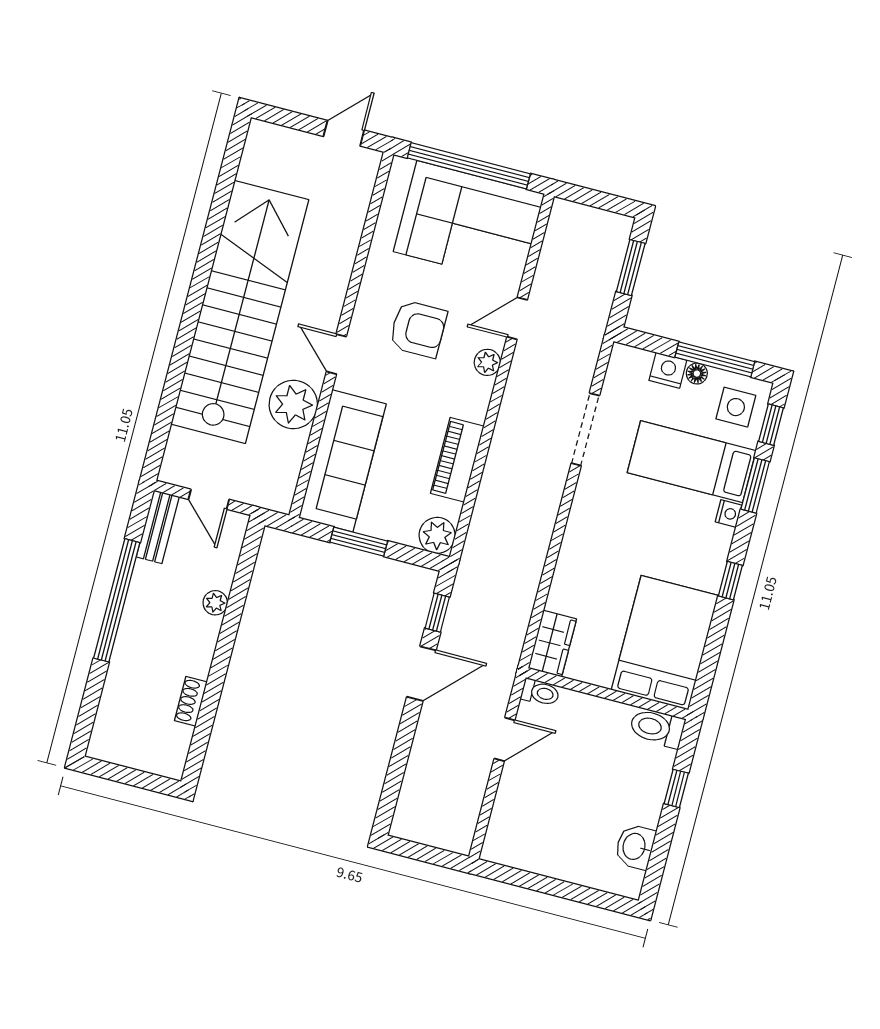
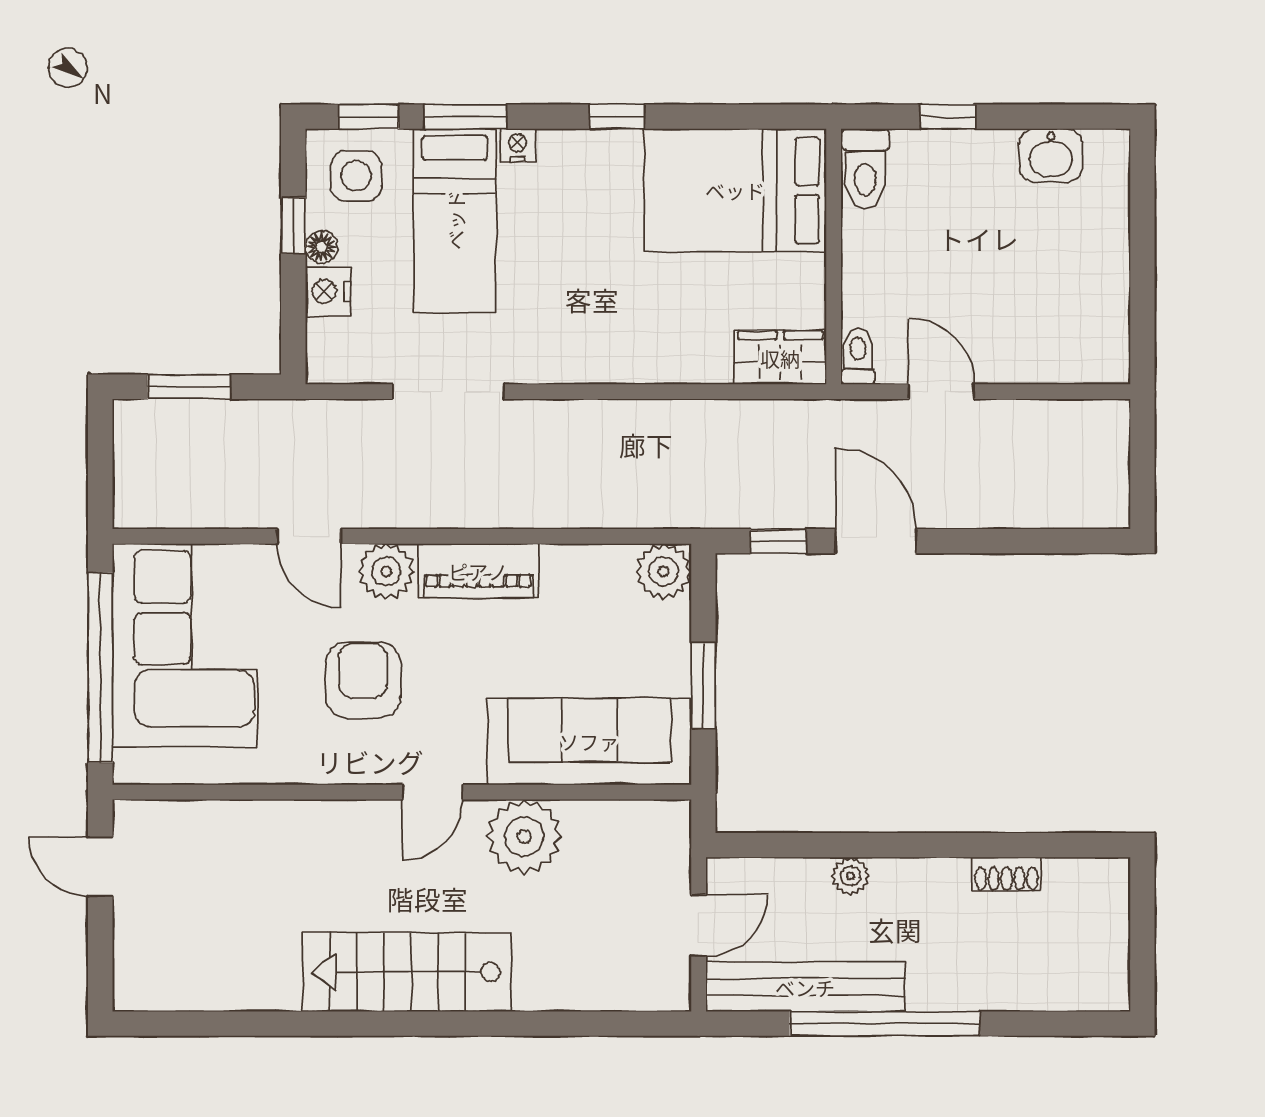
stairs: (240, 312) -> (407, 972), width x0.54, depth x0.66
window: (715, 359) -> (293, 226), width x0.46
plant: (487, 362) -> (386, 571), width x1.38, depth x1.38
piano: (457, 460) -> (478, 571), moved
bench: (158, 527) -> (805, 987), width x1.86, depth x1.21

